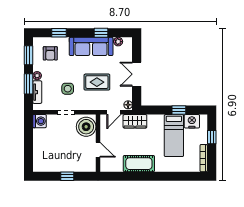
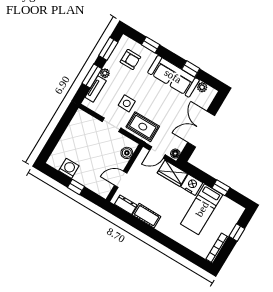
armchair: (50, 53) -> (130, 59), turned -90
double door: (137, 74) -> (201, 129), width x1.37
rug: (97, 82) -> (143, 127), moved
washing machine: (40, 121) -> (69, 168), moved, turned -90
nightstand: (192, 121) -> (192, 185), moved
boiler: (86, 127) -> (127, 153), width x0.54, depth x0.54
door: (98, 150) -> (121, 179), swing flipped
cot: (139, 164) -> (147, 216), width x0.73, depth x0.75
dresser: (114, 167) -> (126, 205), added

